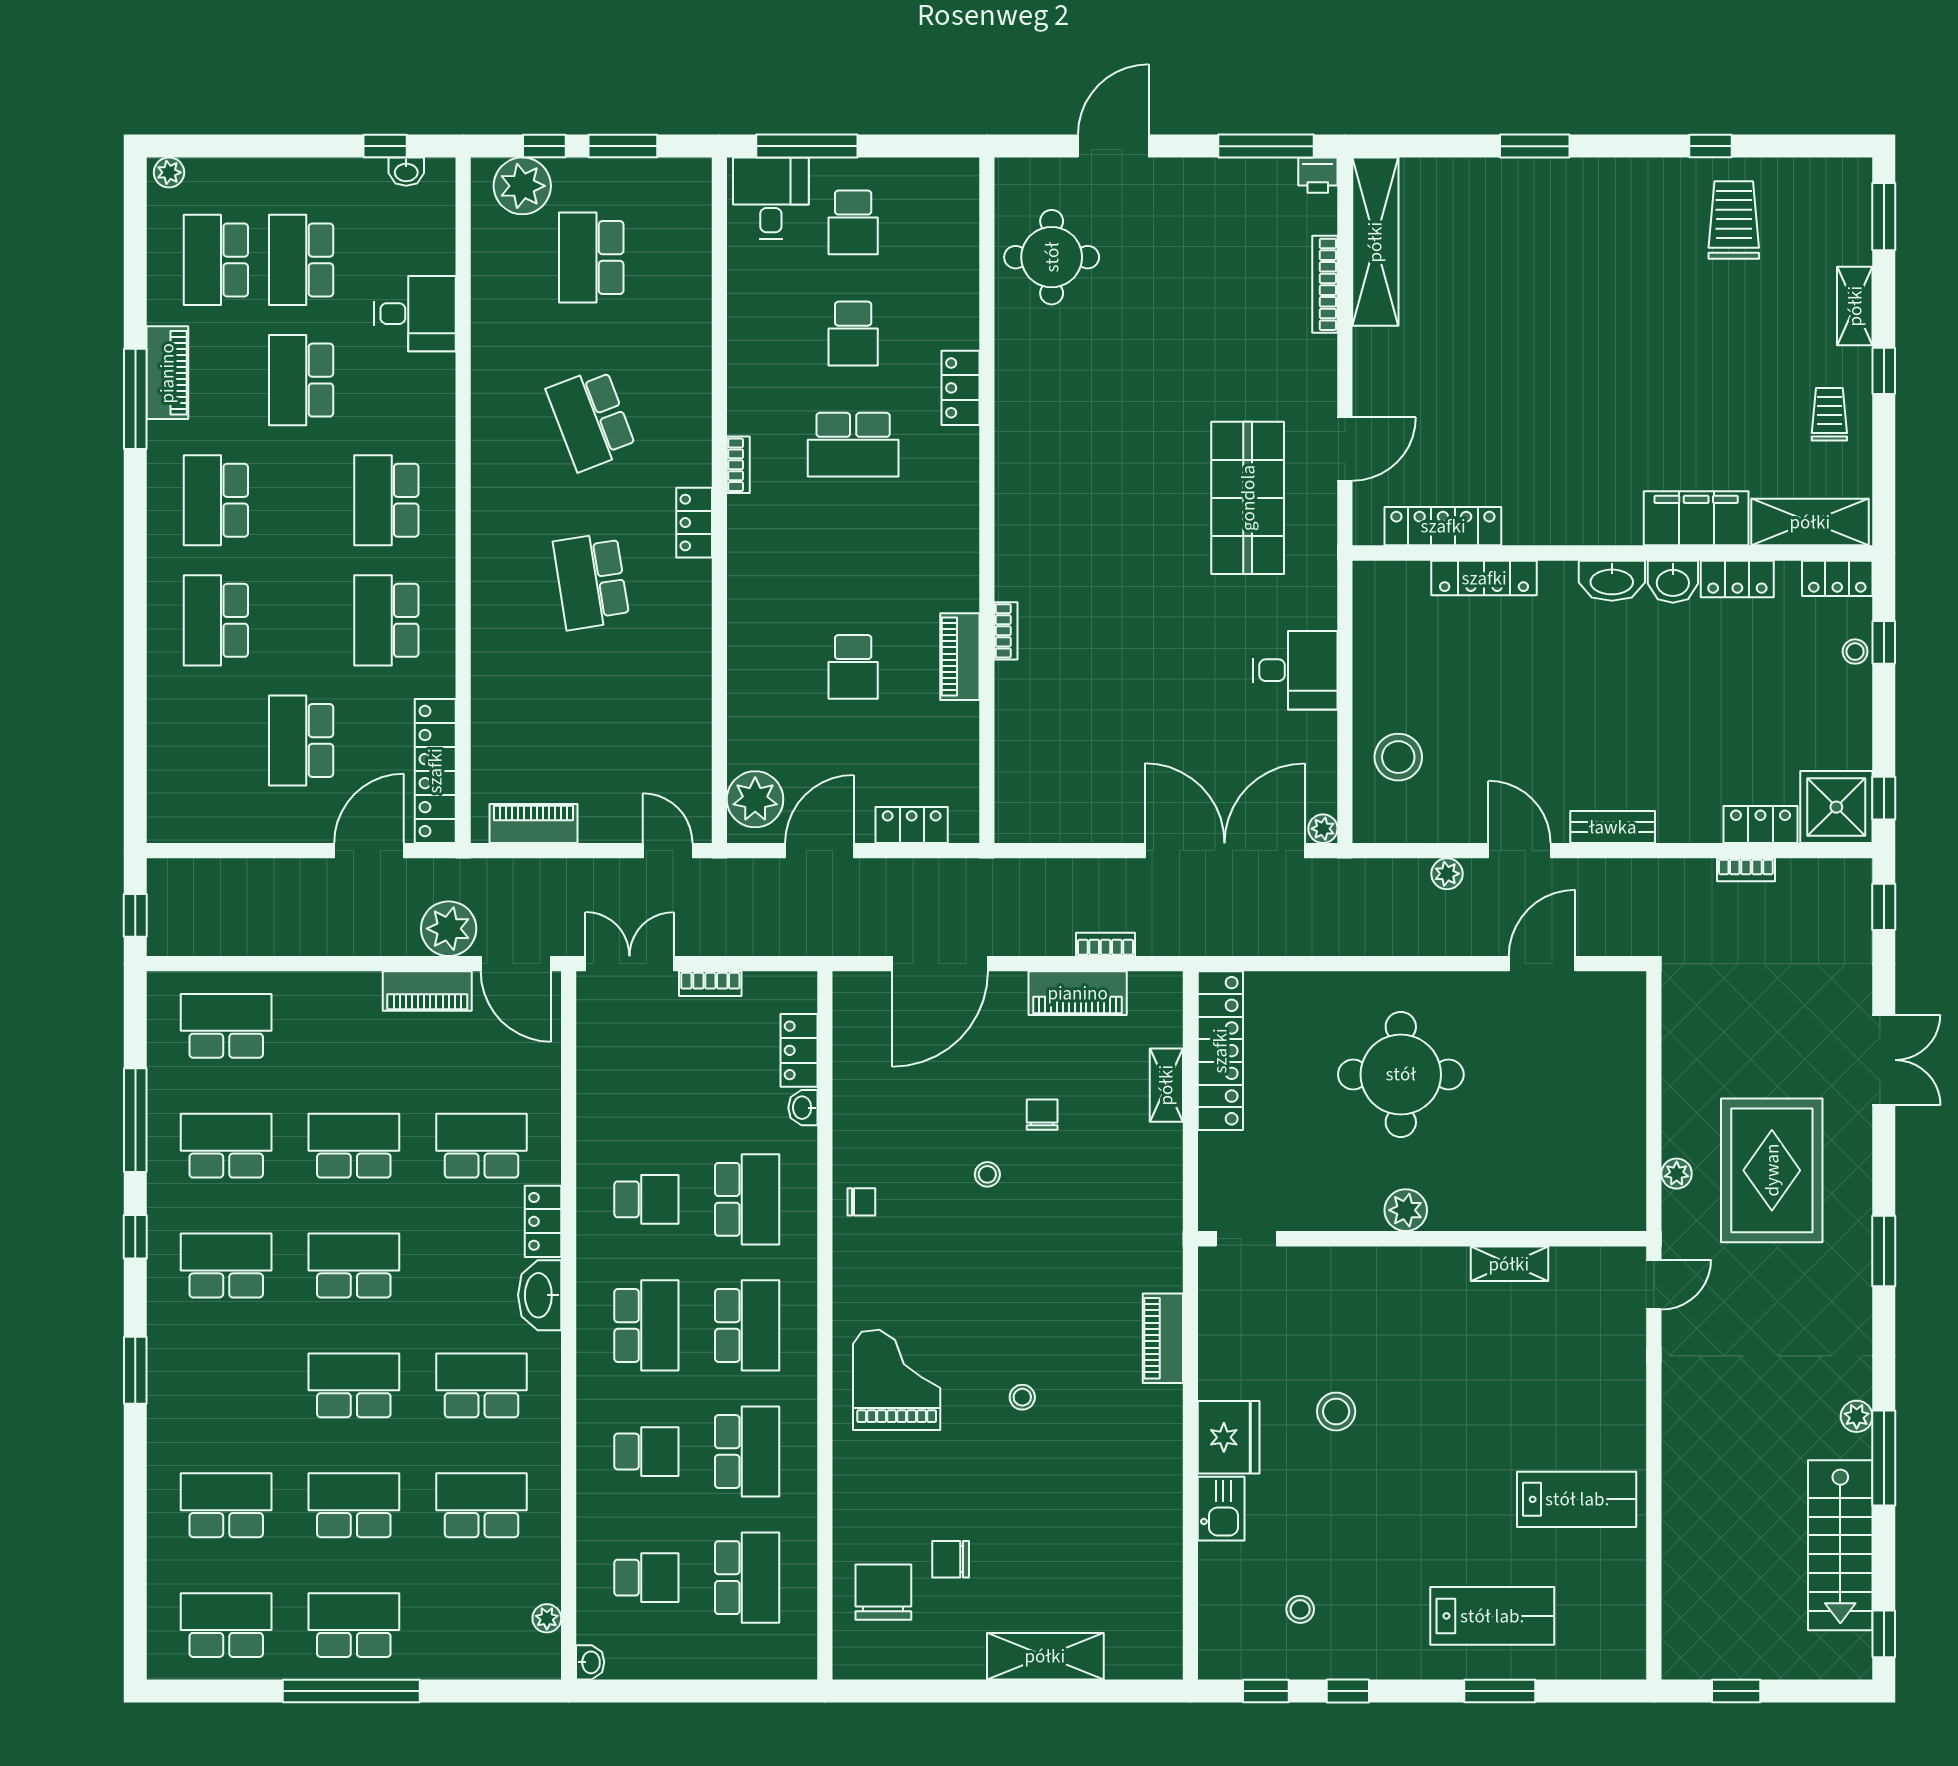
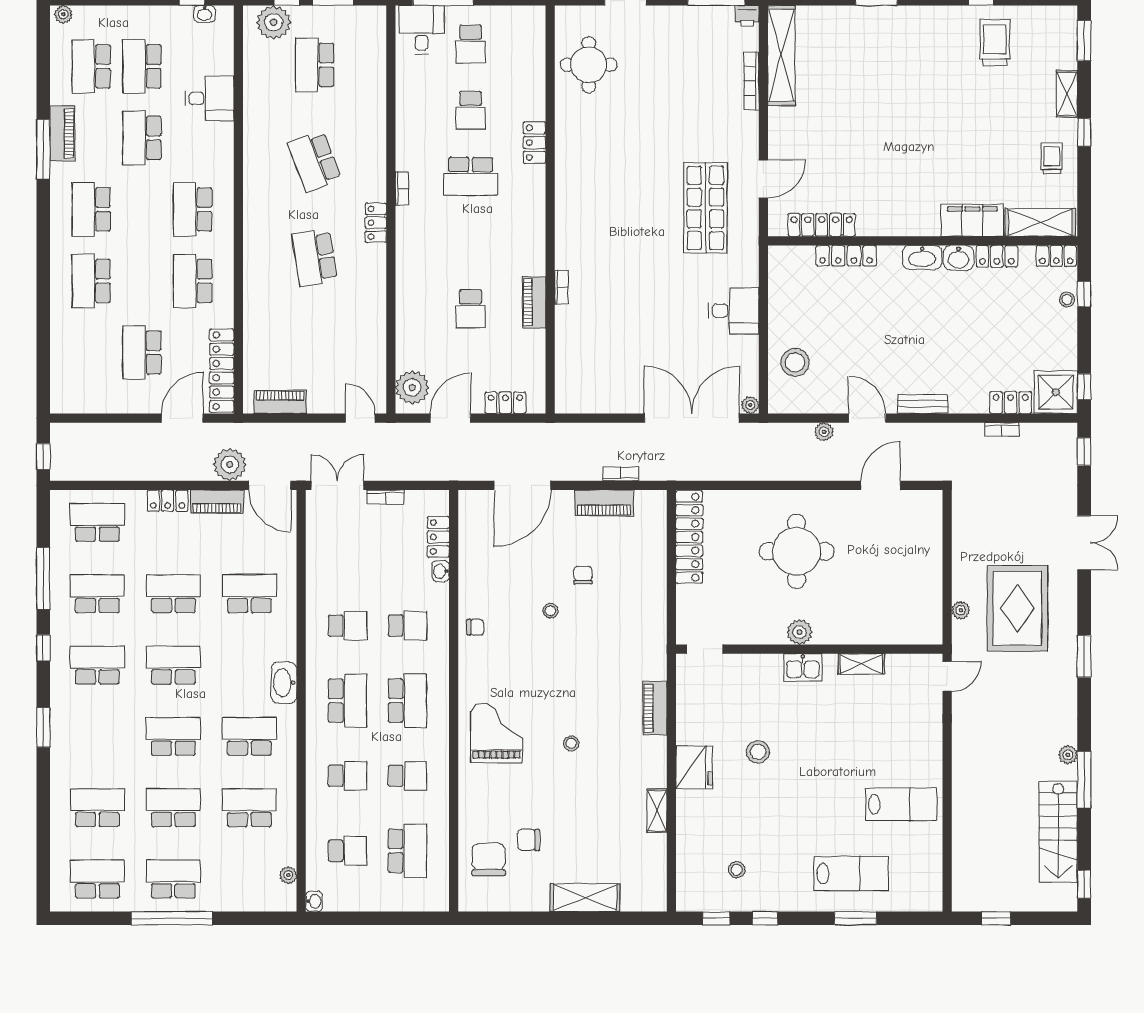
shelving: (1166, 1085) -> (657, 811), moved
school desk: (747, 1199) -> (407, 626), width x0.54
locker: (543, 1221) -> (168, 501), moved, turned -90
school desk: (747, 1452) -> (407, 776), width x0.54
kitchen sink: (1221, 1509) -> (803, 667), moved, turned 90

